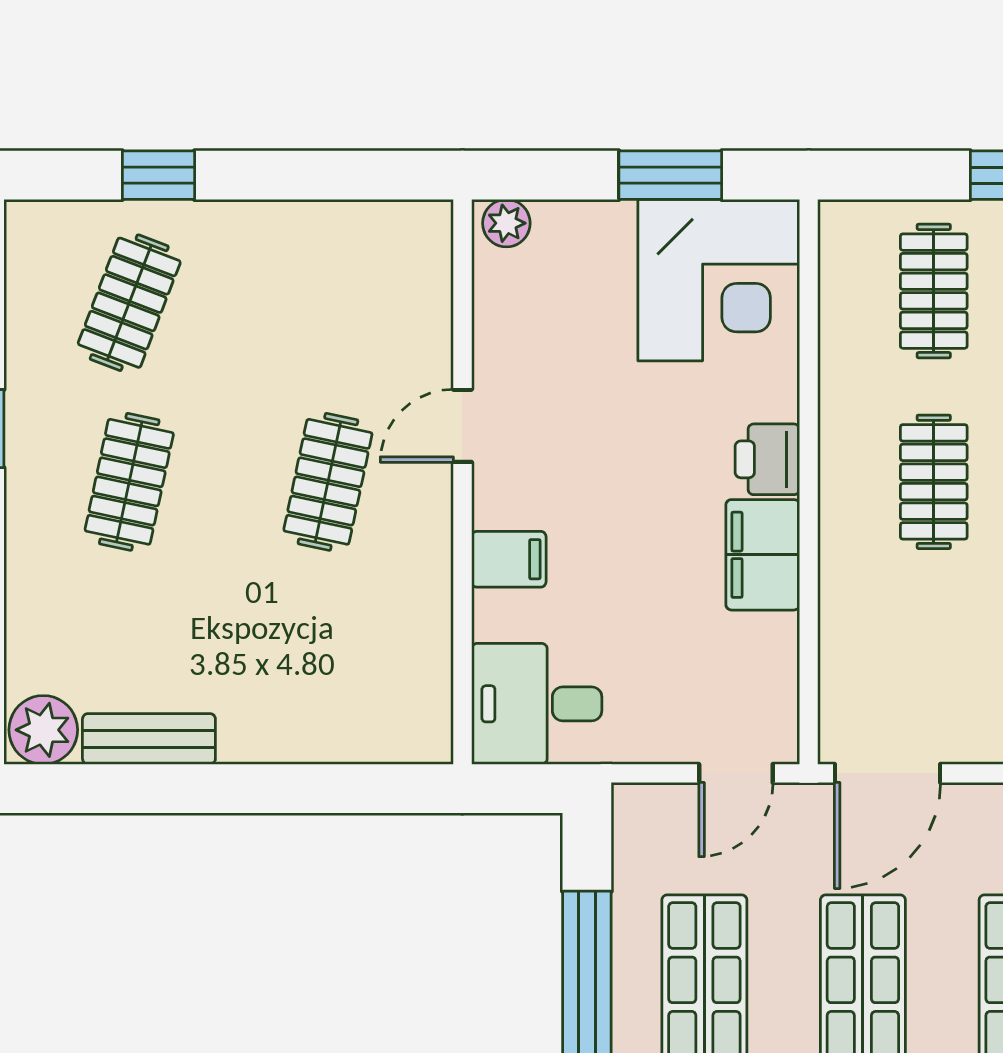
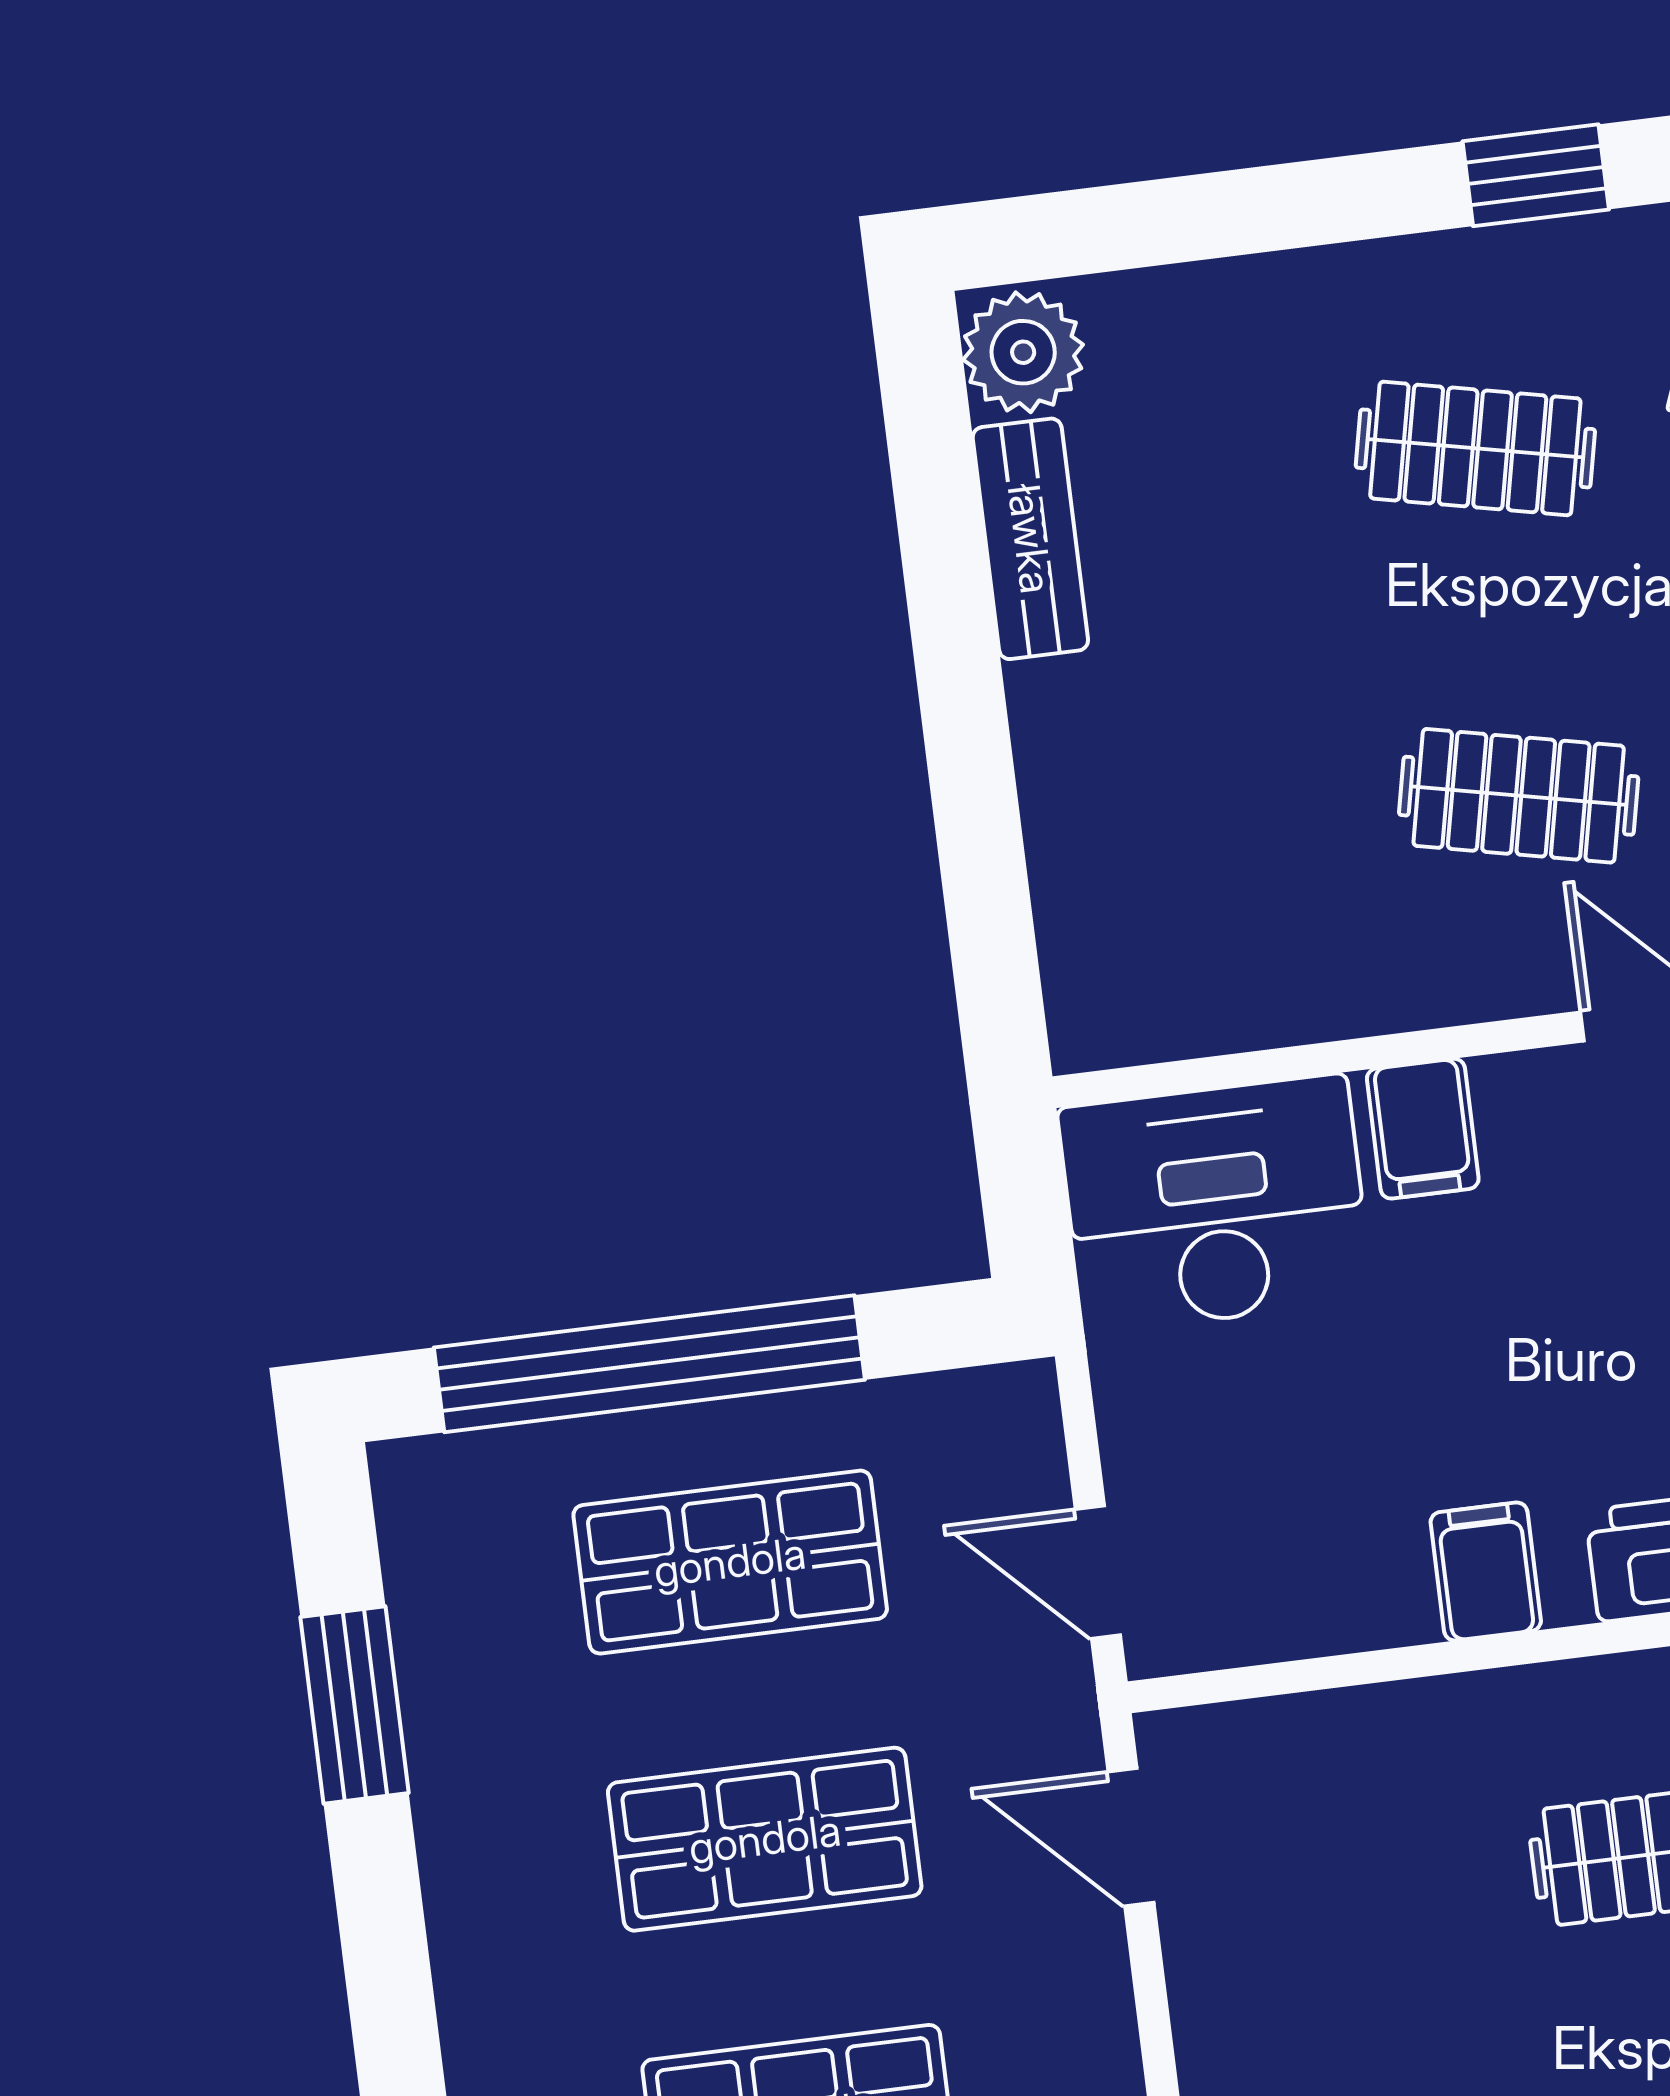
filing cabinet: (763, 555) -> (1486, 1571), width x0.50
desk: (537, 704) -> (1215, 1204), width x1.37
door: (888, 773) -> (1131, 1837), width x0.73

